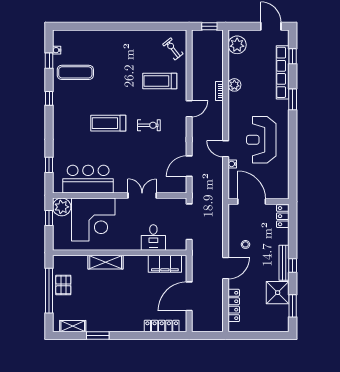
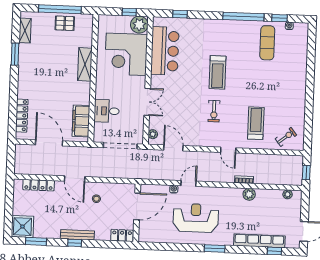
plant: (237, 45) -> (288, 194), width x0.53, depth x0.53
window: (49, 98) -> (243, 17), width x3.17
window: (293, 99) -> (215, 249), moved
treadmill: (108, 123) -> (218, 72), turned 180
plant: (176, 188) -> (153, 134), added
shower: (278, 293) -> (22, 227), moved

